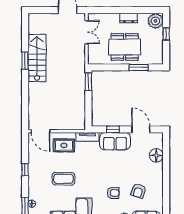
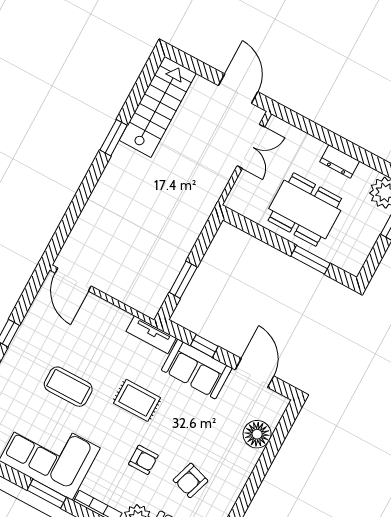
stairs: (37, 58) -> (158, 107), moved
window: (88, 82) -> (183, 280), moved
rug: (64, 145) -> (137, 400), moved

